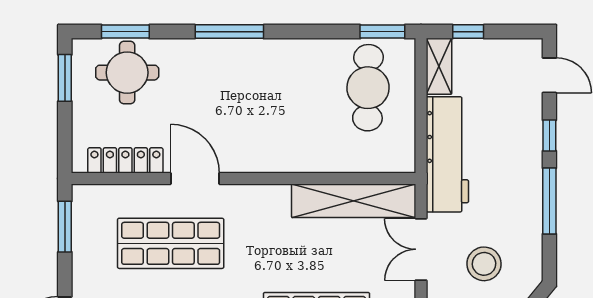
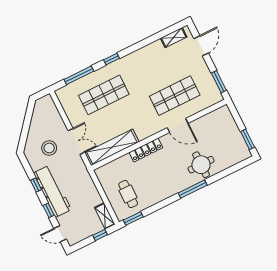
window: (125, 32) -> (233, 169), removed
round table: (127, 73) -> (201, 165), moved
cafe table: (368, 88) -> (128, 194), width x0.73, depth x0.74
workbench: (447, 154) -> (52, 191), moved, turned 180
locker: (125, 160) -> (146, 150), moved
window: (549, 201) -> (36, 185), width x0.46

